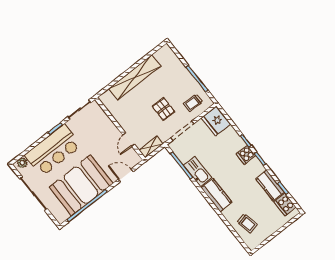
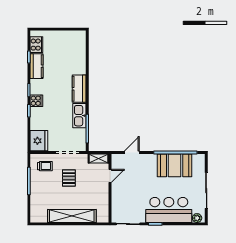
door: (126, 175) -> (132, 153), swing flipped
booth: (81, 185) -> (175, 165), width x0.73, depth x0.70
trolley: (247, 223) -> (73, 52), removed

